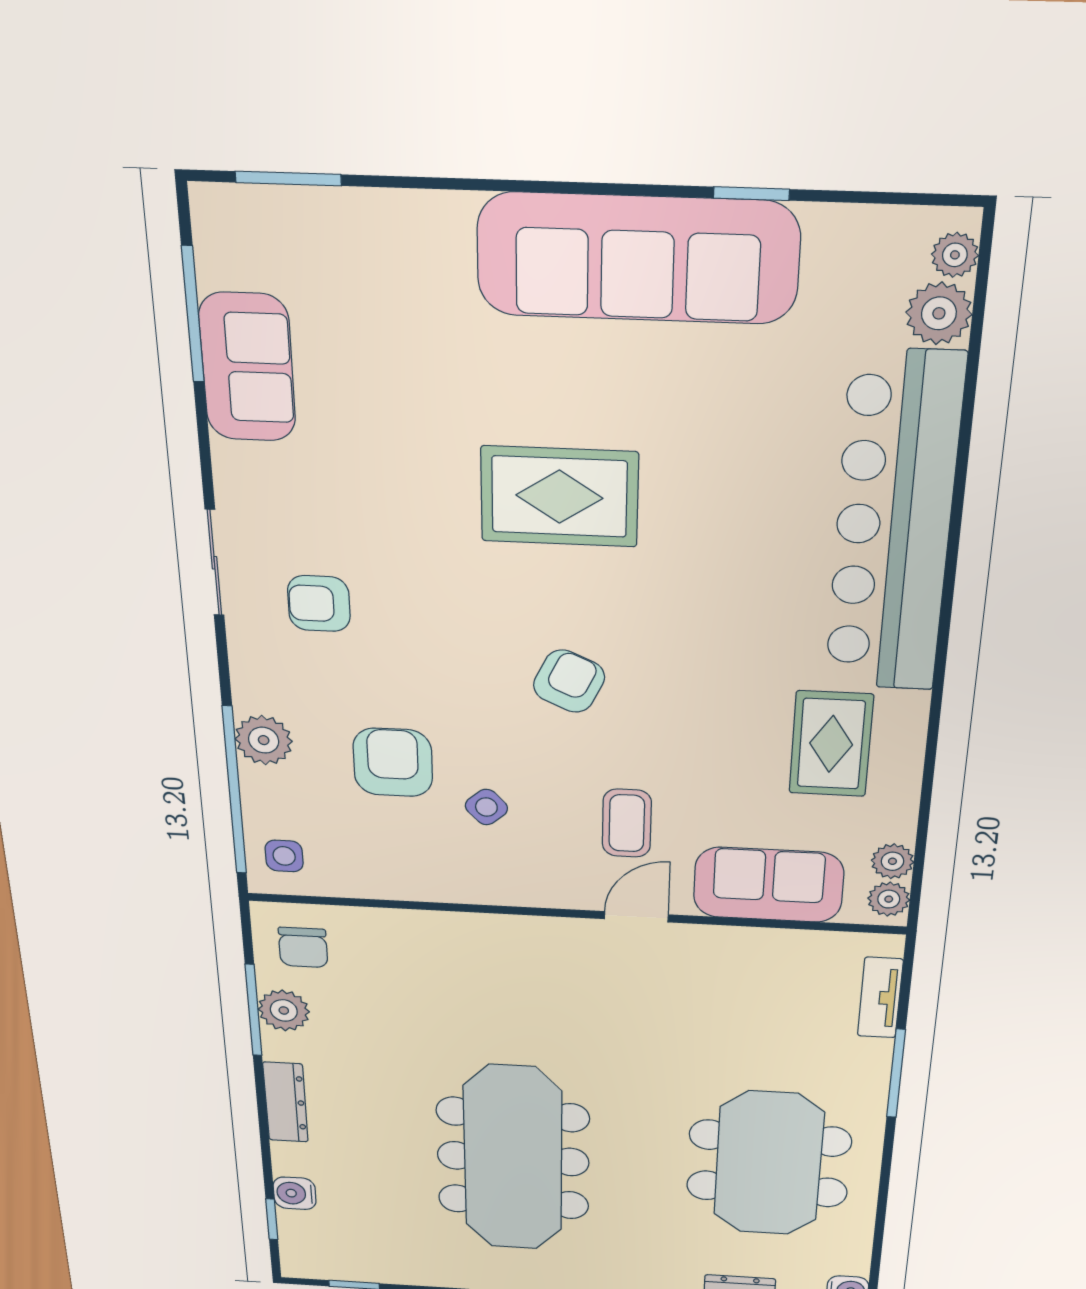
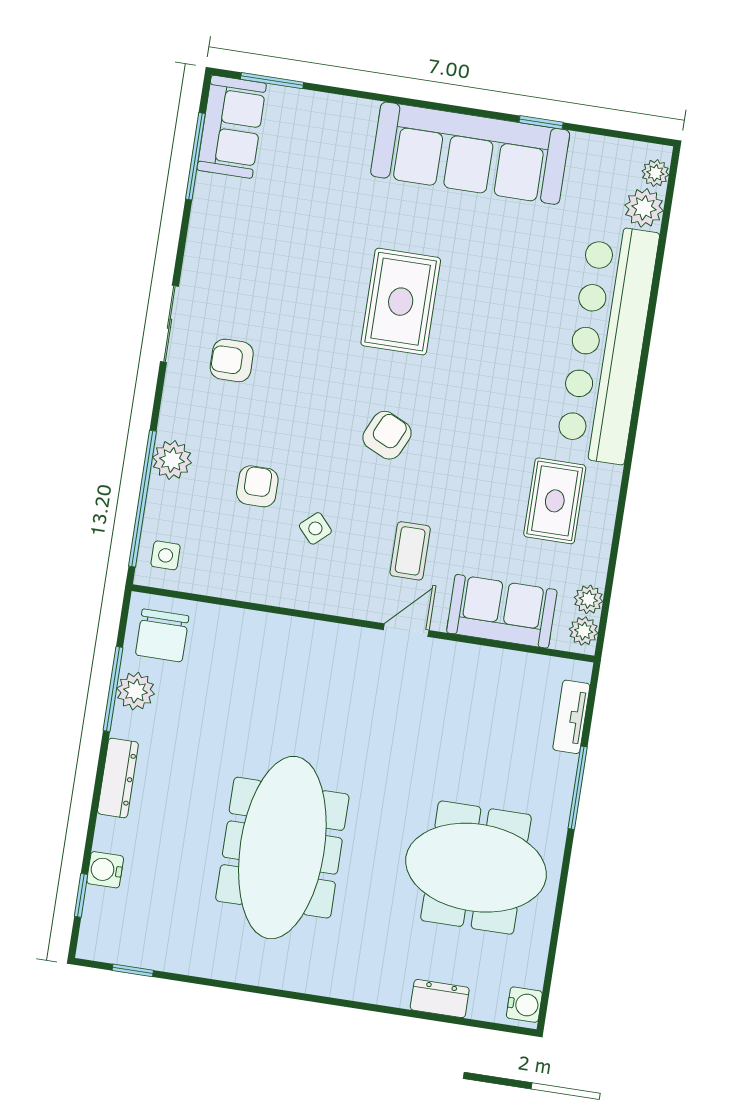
sofa: (247, 367) -> (232, 127), moved
rug: (559, 497) -> (401, 302), turned 90
armchair: (393, 762) -> (257, 486), width x0.72, depth x0.72
chair: (303, 947) -> (162, 635), width x1.37, depth x1.37
meeting table: (769, 1164) -> (476, 868), turned 90

